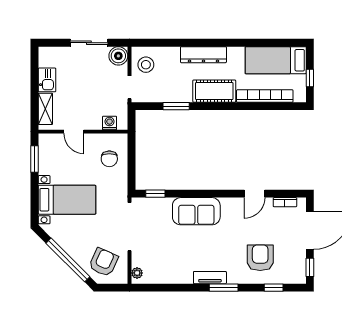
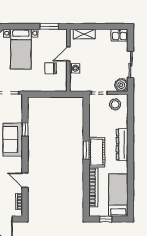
kitchen sink: (47, 80) -> (119, 35), moved
window: (176, 106) -> (86, 150), moved
washing machine: (110, 123) -> (74, 68), moved
chair: (109, 159) -> (51, 68), moved
window: (155, 194) -> (25, 129), moved

